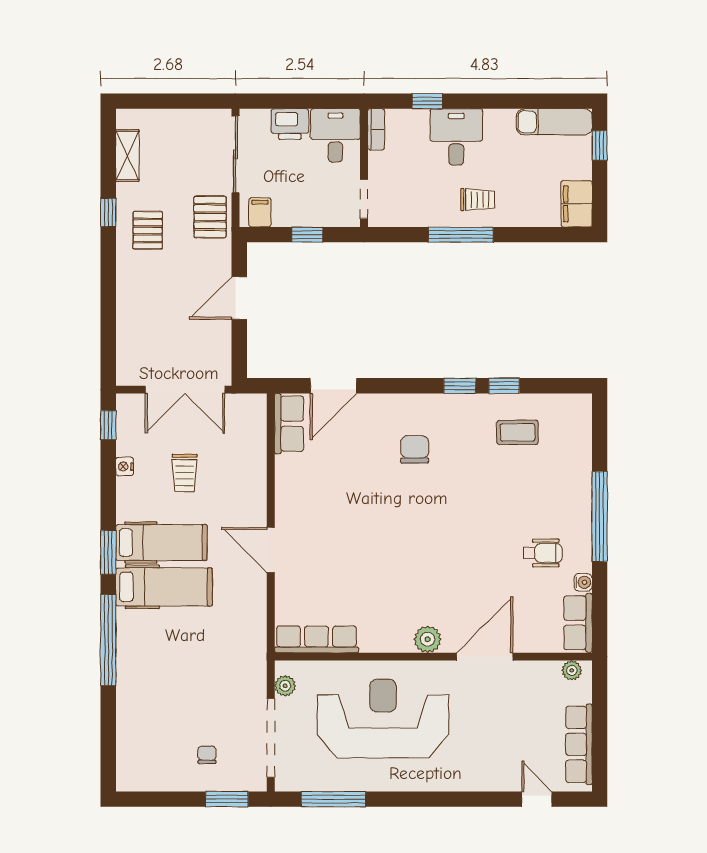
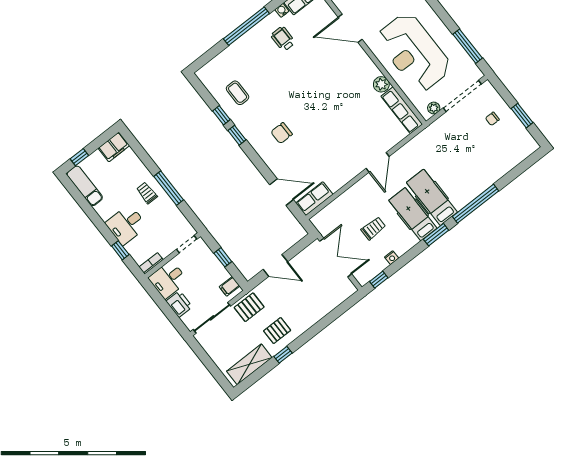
shelving: (127, 156) -> (249, 364), width x1.50, depth x1.33
plant: (428, 639) -> (381, 84), moved
window: (227, 799) -> (522, 116), moved

